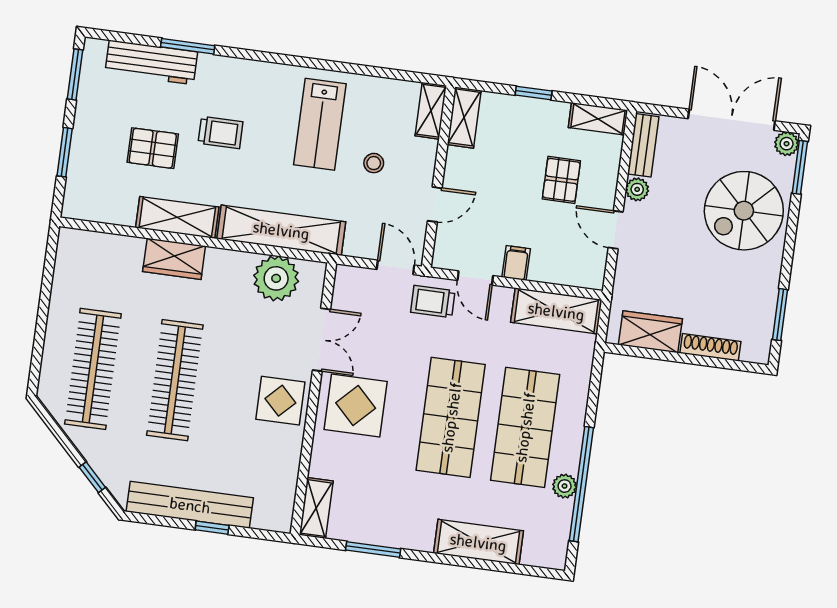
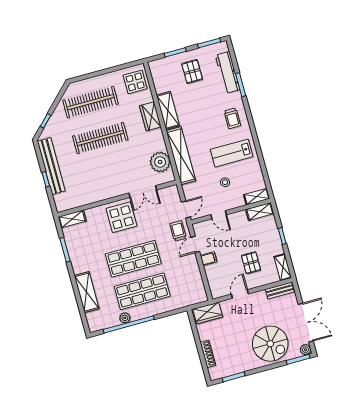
trolley: (221, 133) -> (232, 118), moved
pallet: (153, 148) -> (192, 71), moved
pallet: (561, 180) -> (251, 263), turned 90
plant: (637, 189) -> (260, 296), removed
spiral stairs: (744, 211) -> (270, 344), turned 180
shelving: (556, 311) -> (196, 284), removed
wardrobe: (650, 332) -> (208, 313), moved, turned 90
display table: (280, 401) -> (135, 82), moved

